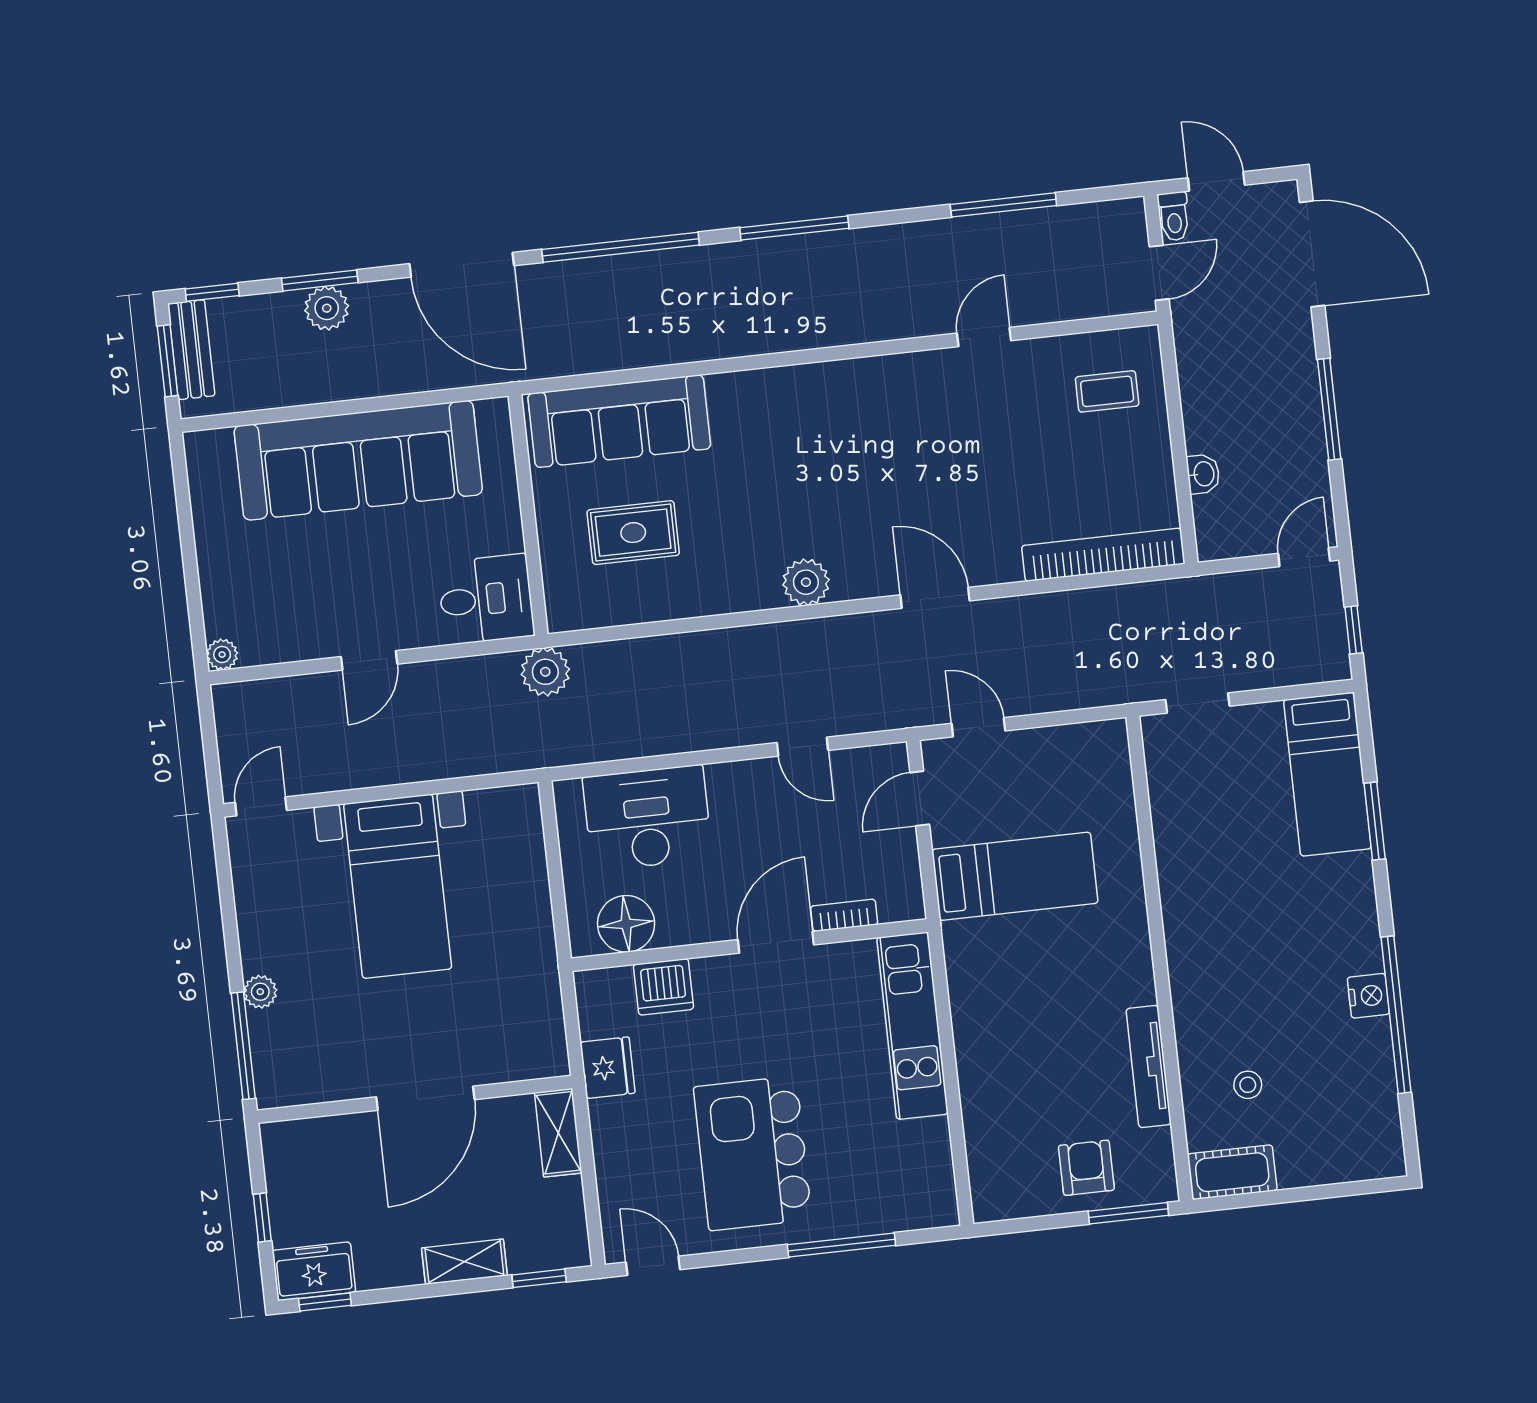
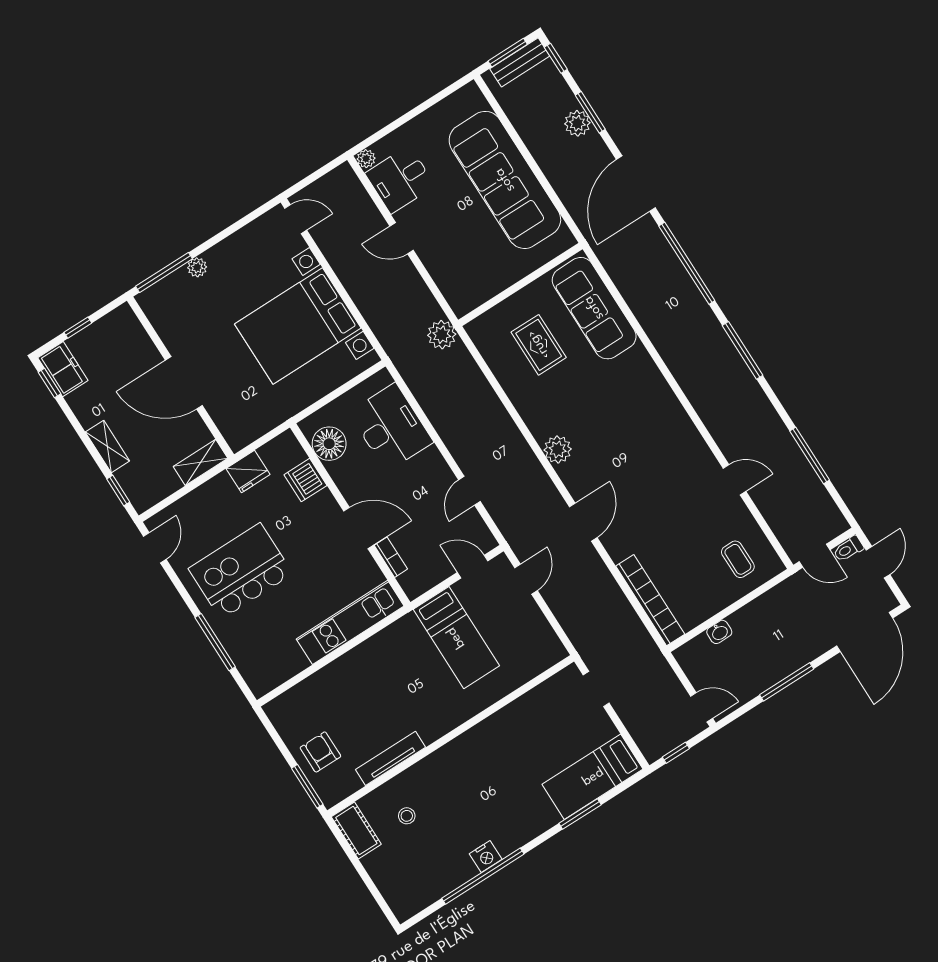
desk: (486, 599) -> (400, 180), moved, turned 90
bed with nightstands: (398, 886) -> (298, 326), width x1.36
armchair: (1086, 1168) -> (320, 752), turned -90

